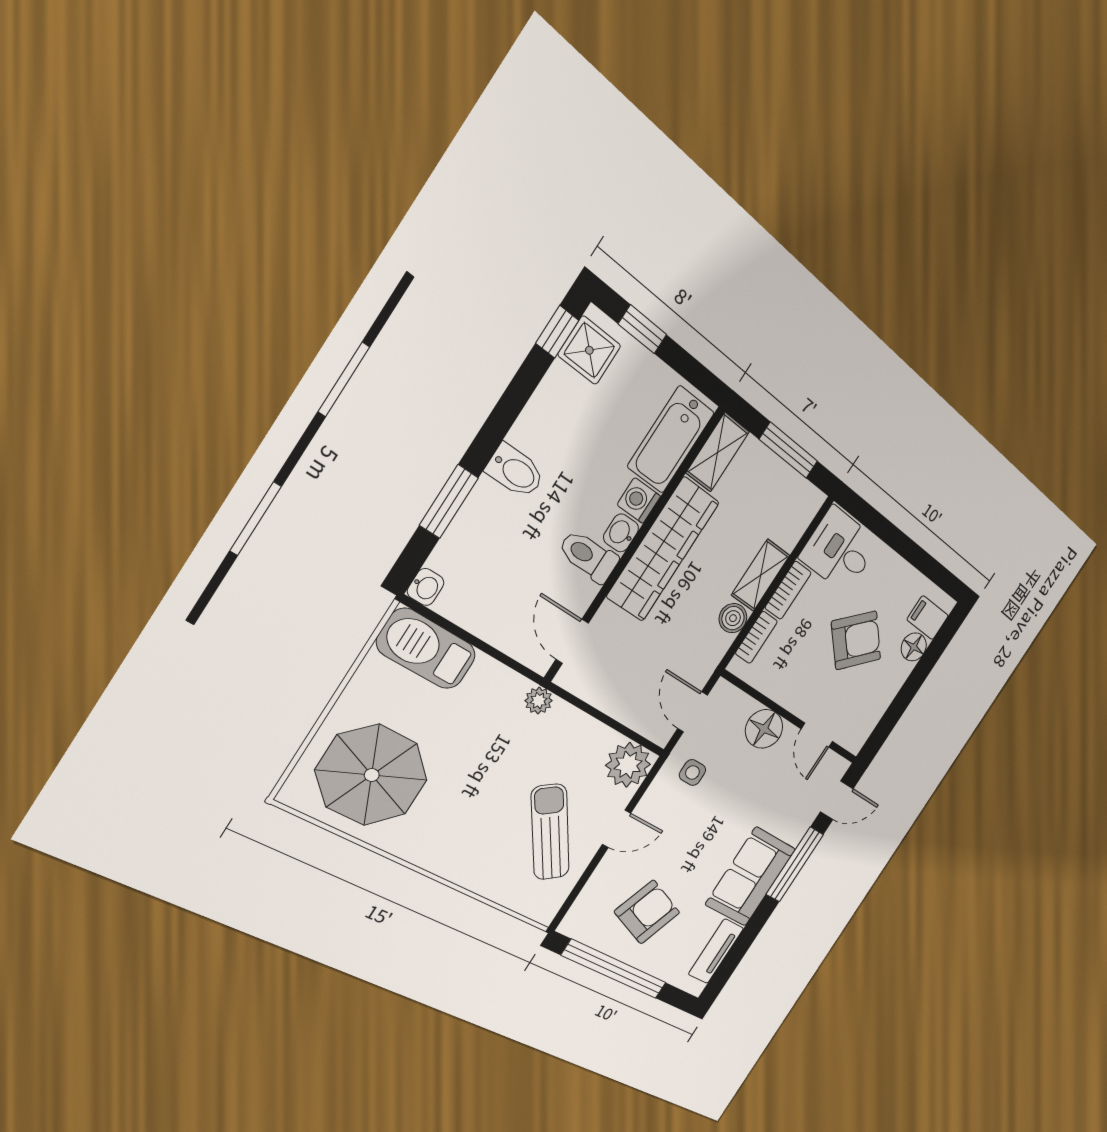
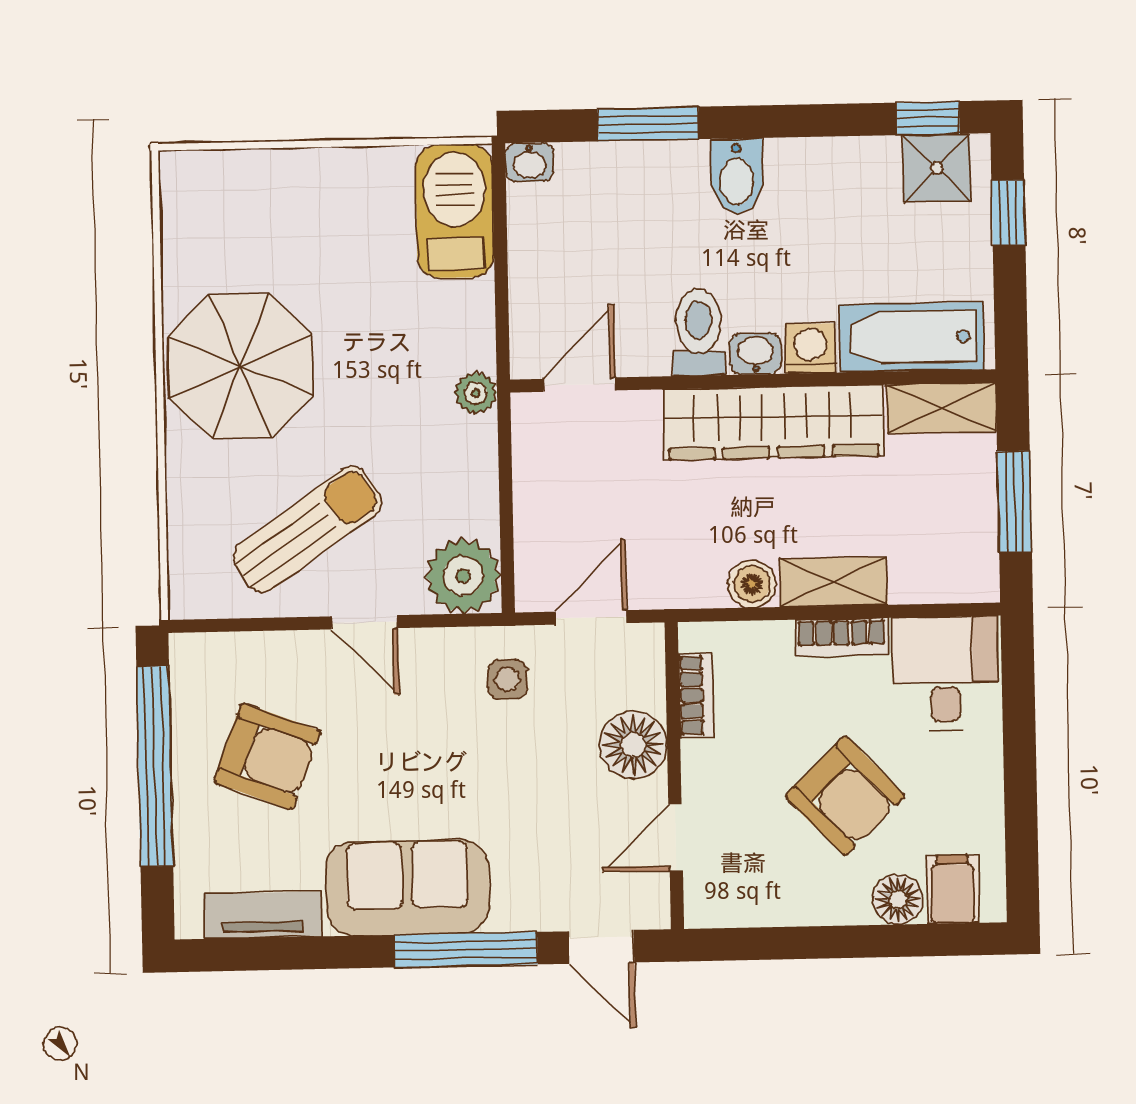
bookcase: (756, 637) -> (696, 695), moved, turned -90
parasol: (372, 775) -> (240, 366), moved

